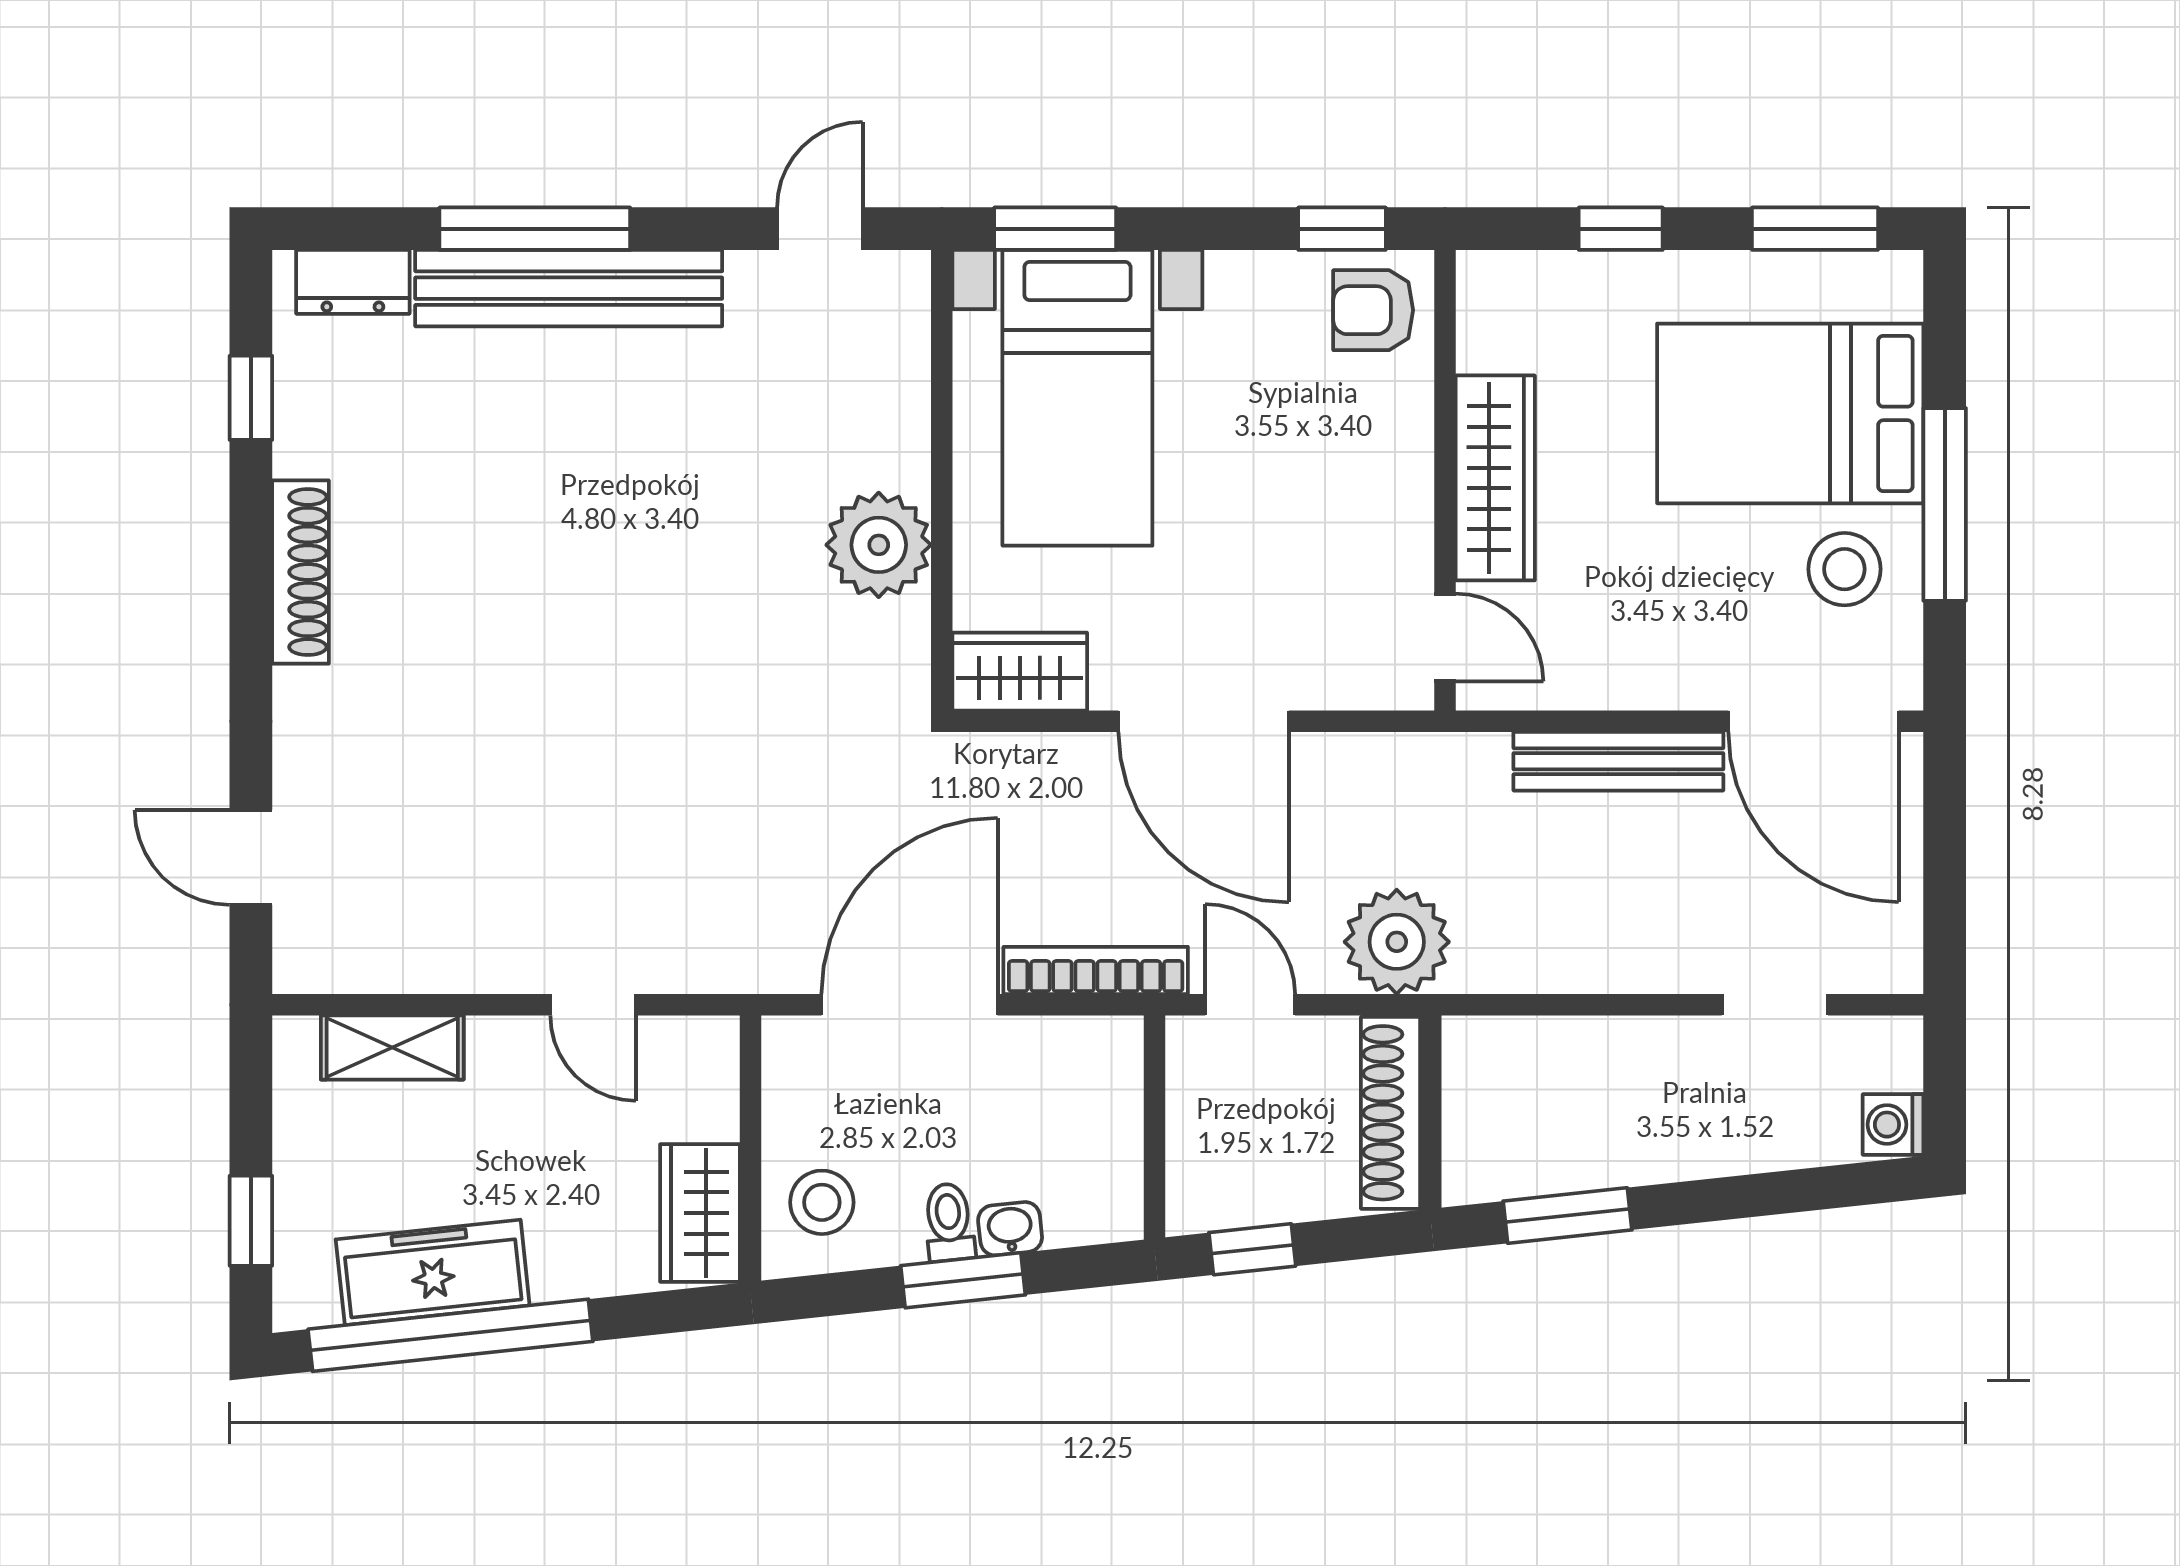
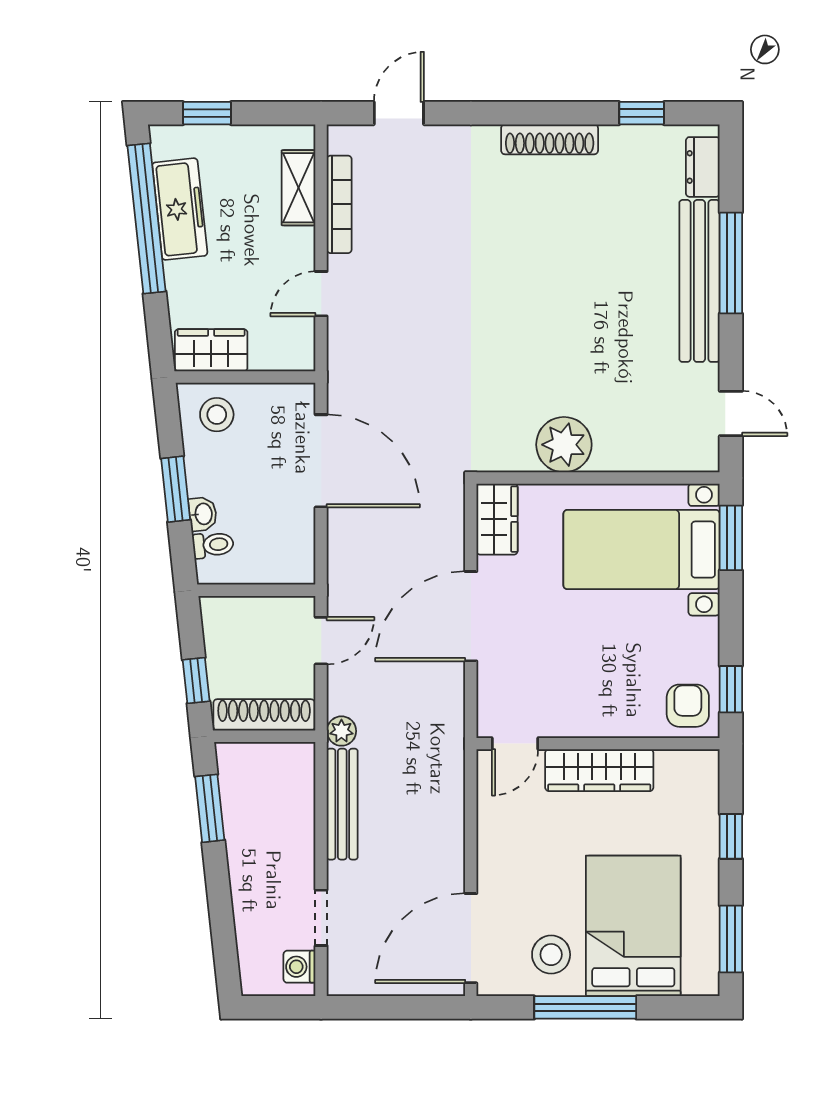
bench: (1618, 761) -> (342, 804), moved
plant: (1397, 942) -> (341, 731), width x0.53, depth x0.53
bookcase: (1096, 970) -> (339, 204), moved
washing machine: (1893, 1125) -> (299, 967), moved, turned -90
toilet: (949, 1222) -> (213, 545), moved
window: (1252, 1249) -> (196, 680), moved

